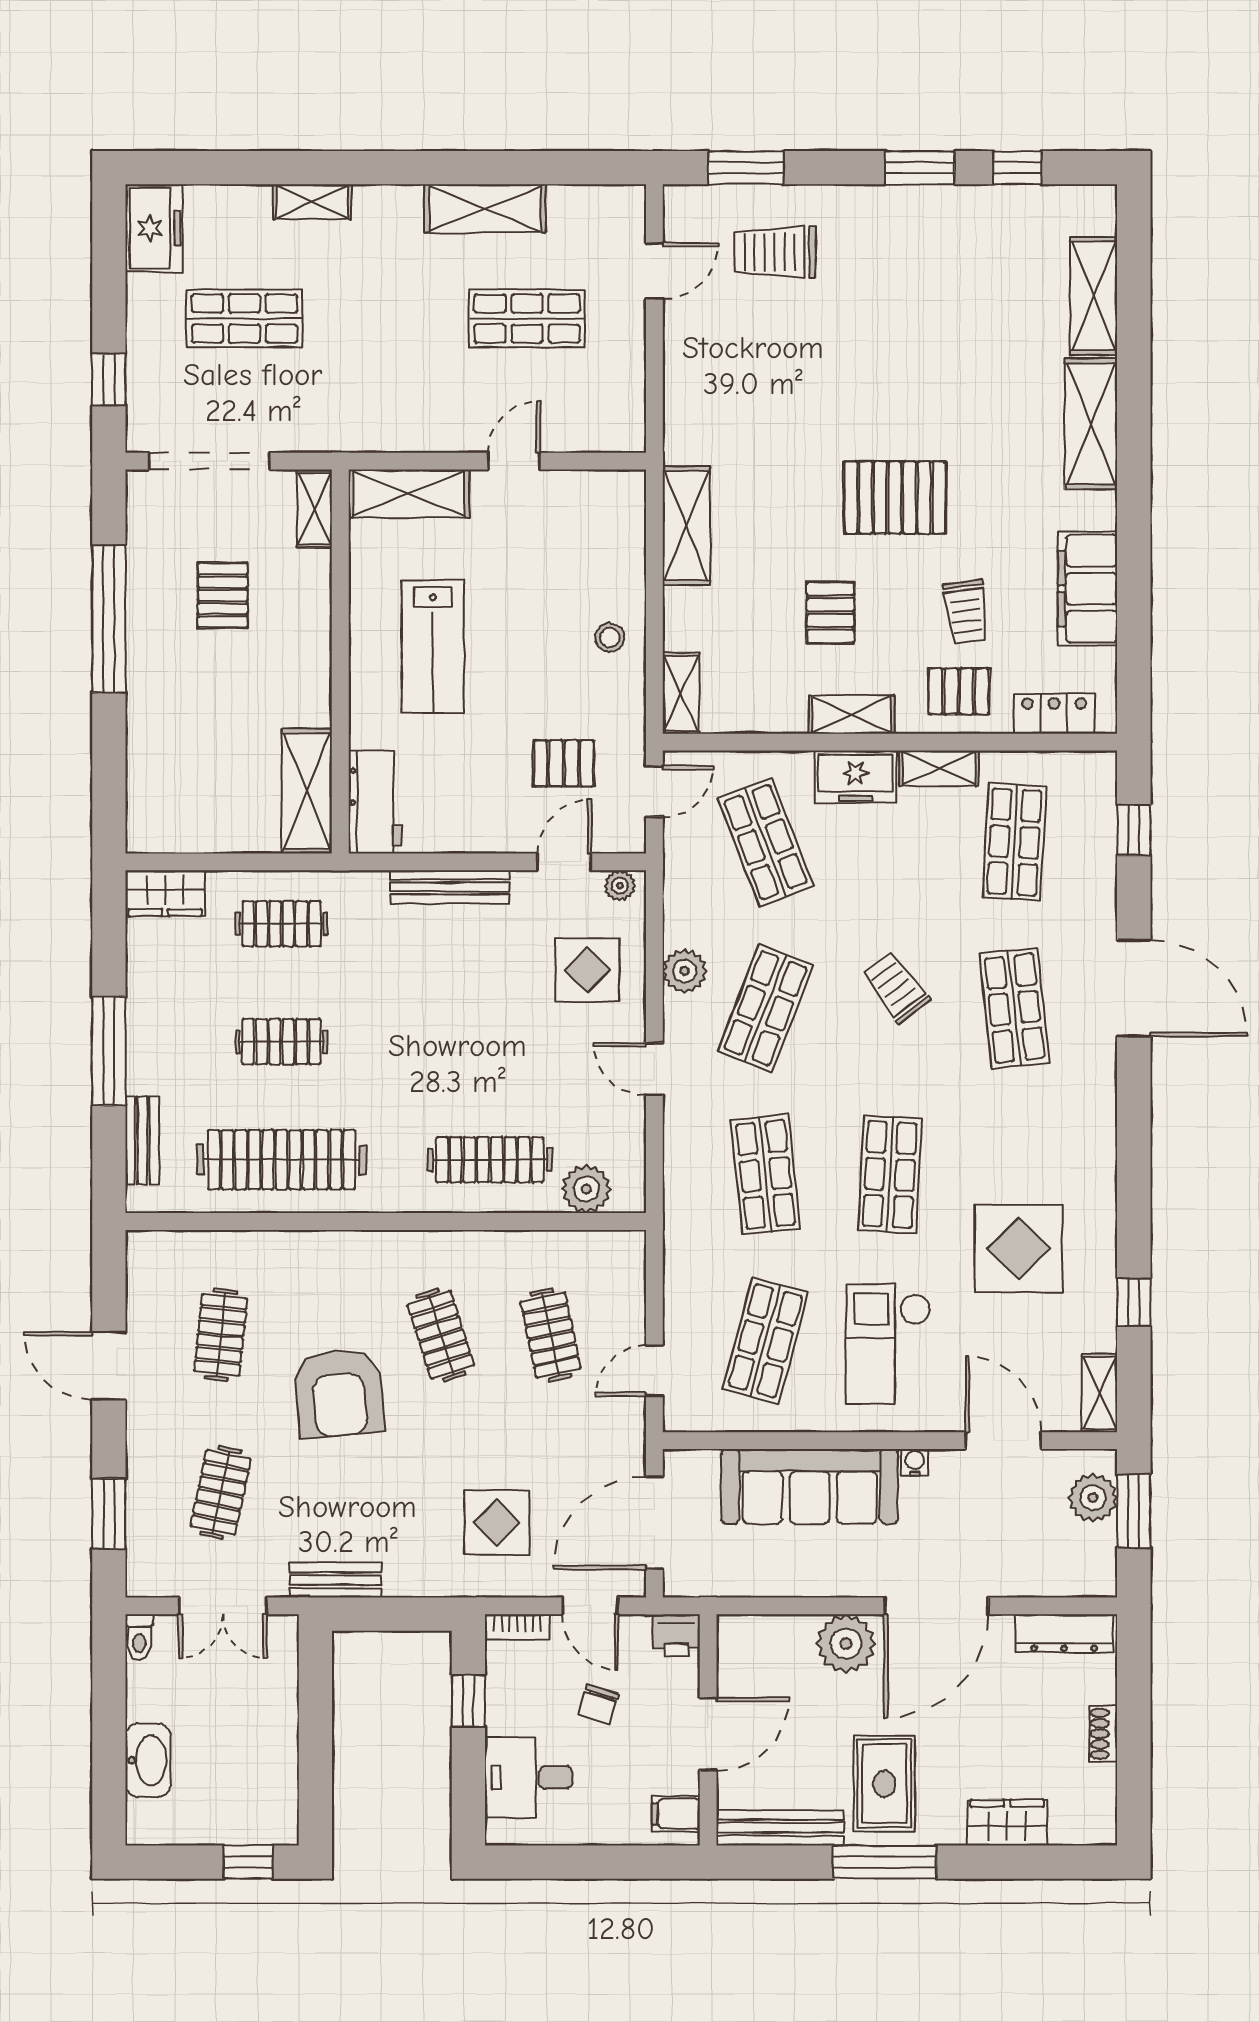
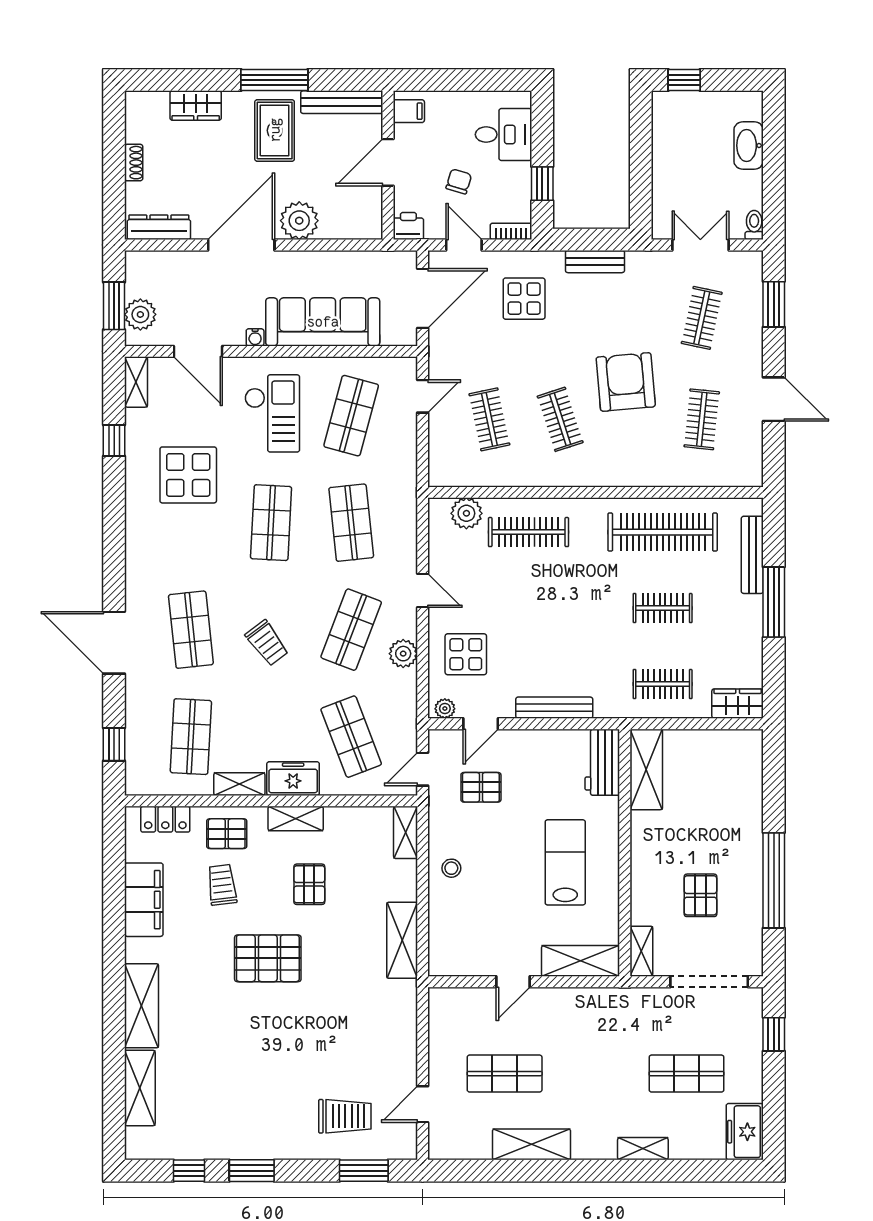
bench: (142, 1140) -> (752, 555), width x1.36
bench: (336, 1580) -> (595, 262), moved

